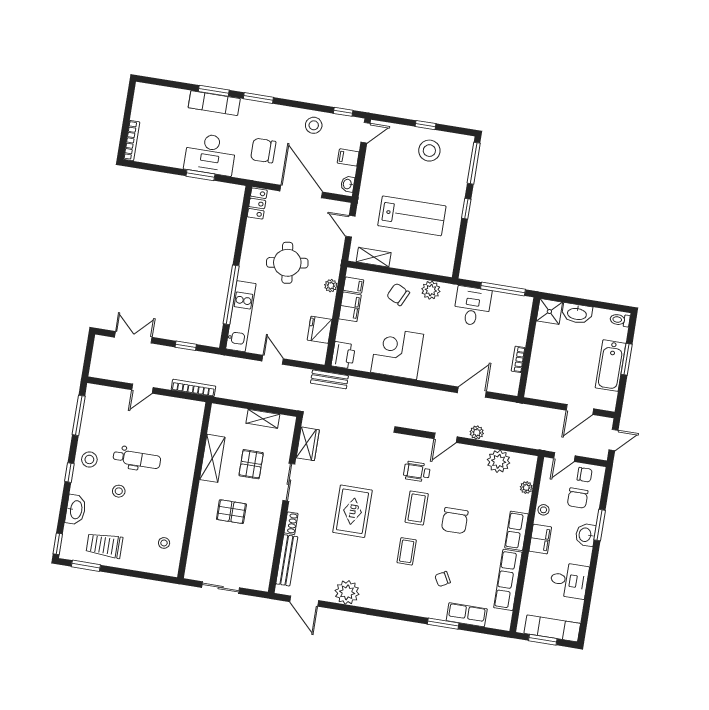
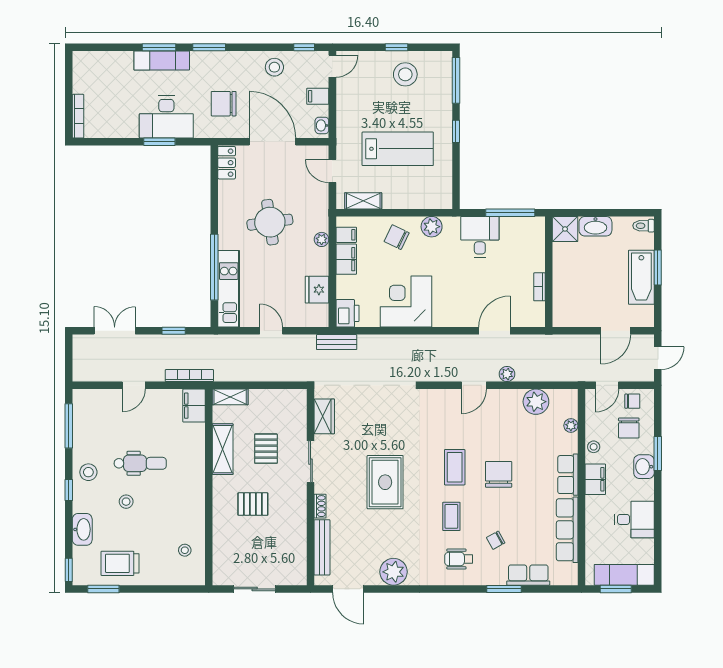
filing cabinet: (193, 415) -> (194, 406), added
shelving: (263, 419) -> (230, 397), moved
wheelchair: (417, 472) -> (459, 559), moved
chair: (455, 521) -> (499, 474), turned 180

